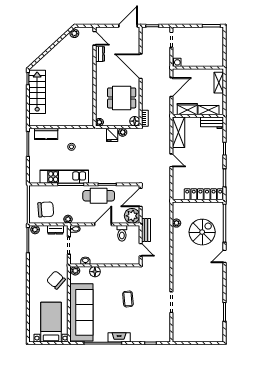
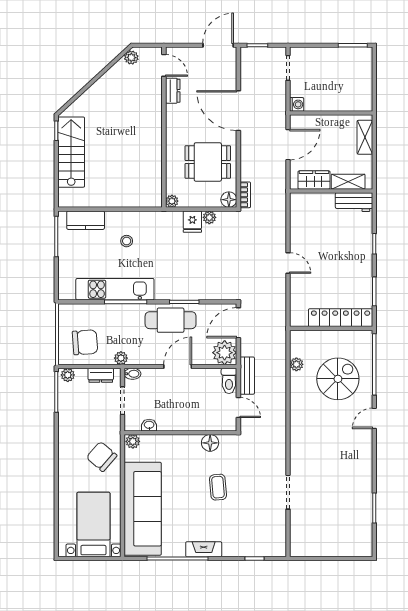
shelving: (178, 132) -> (300, 218), removed
toilet: (122, 233) -> (229, 381), moved
floor lamp: (95, 272) -> (210, 443), moved

